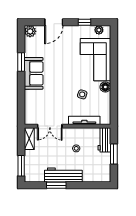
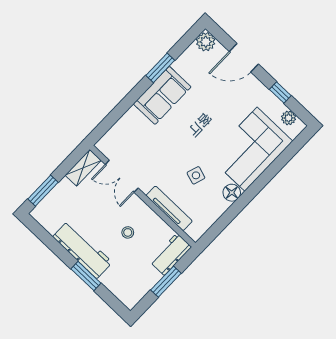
window: (56, 185) -> (86, 276), moved

